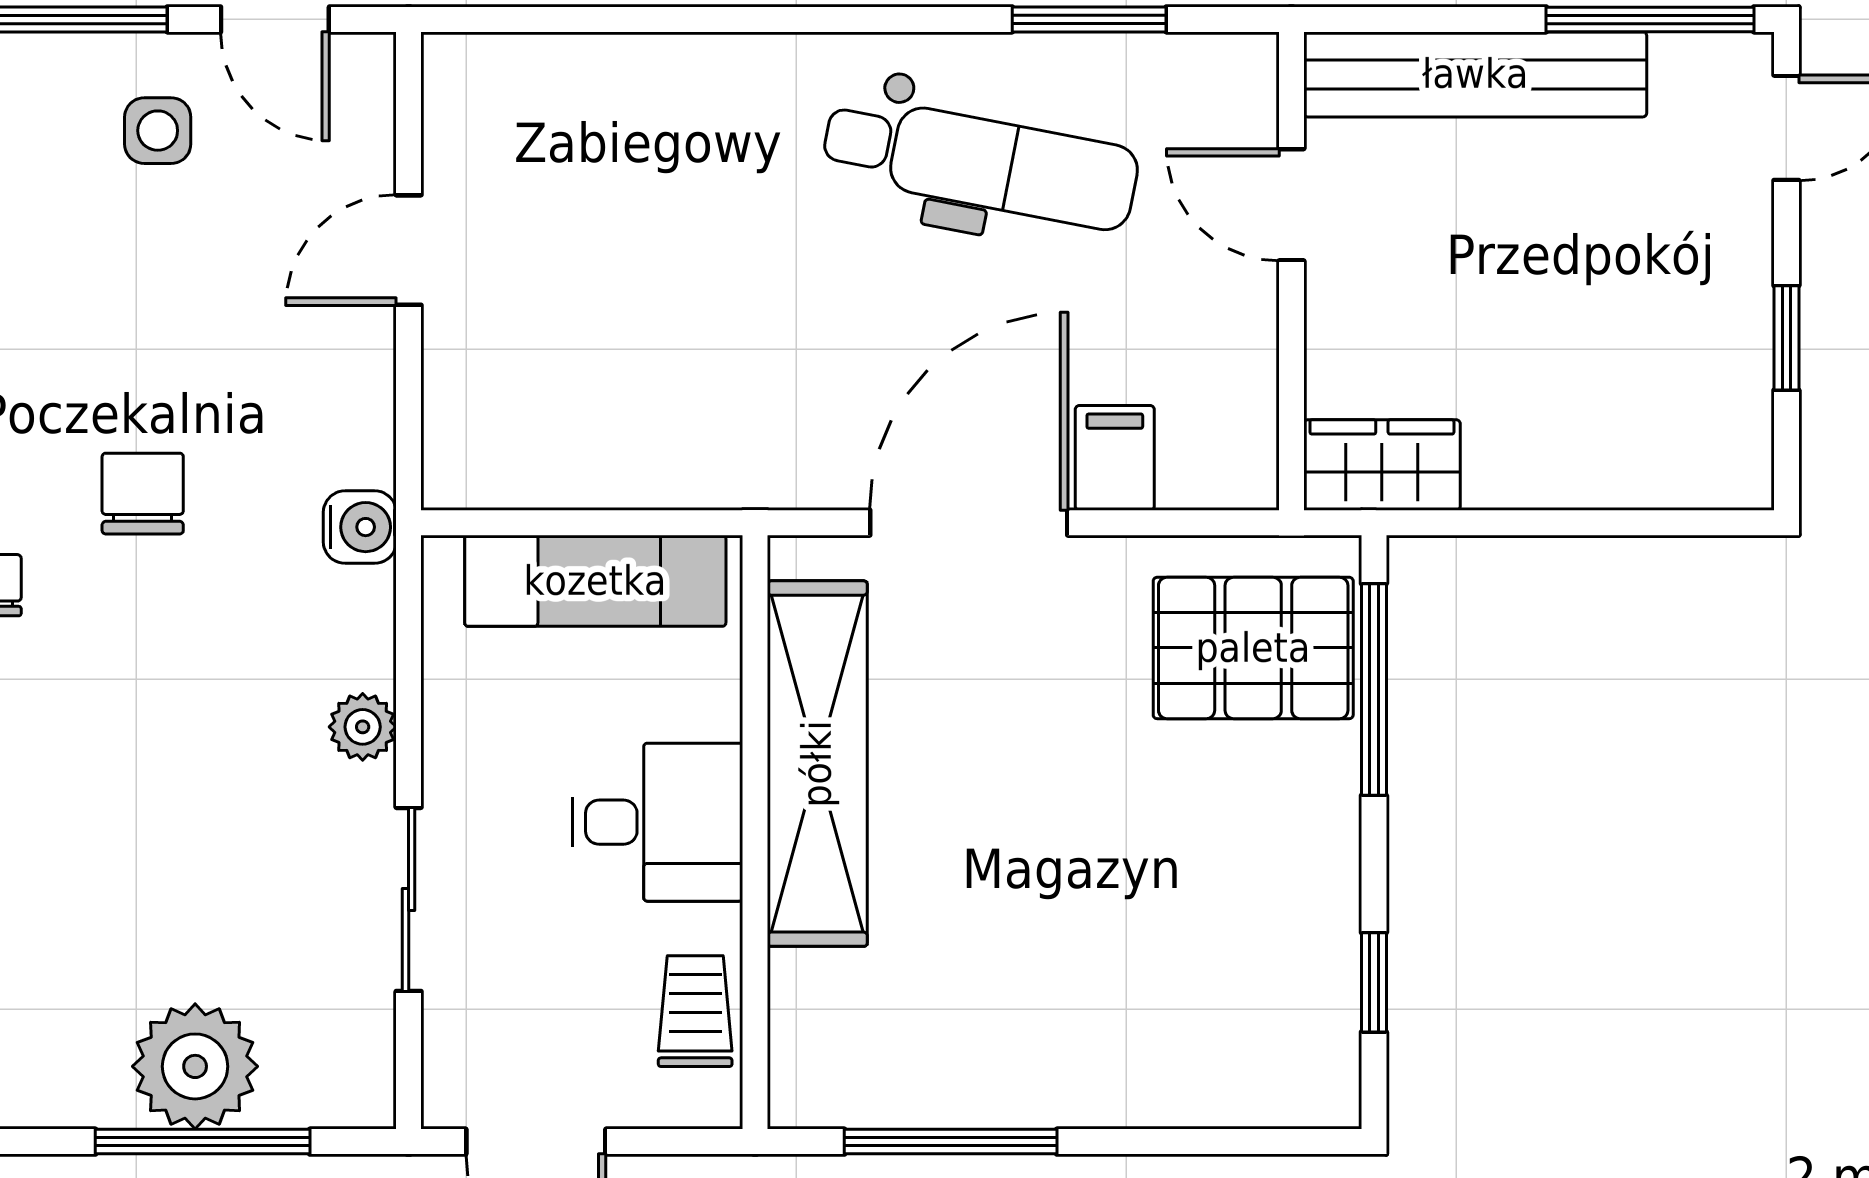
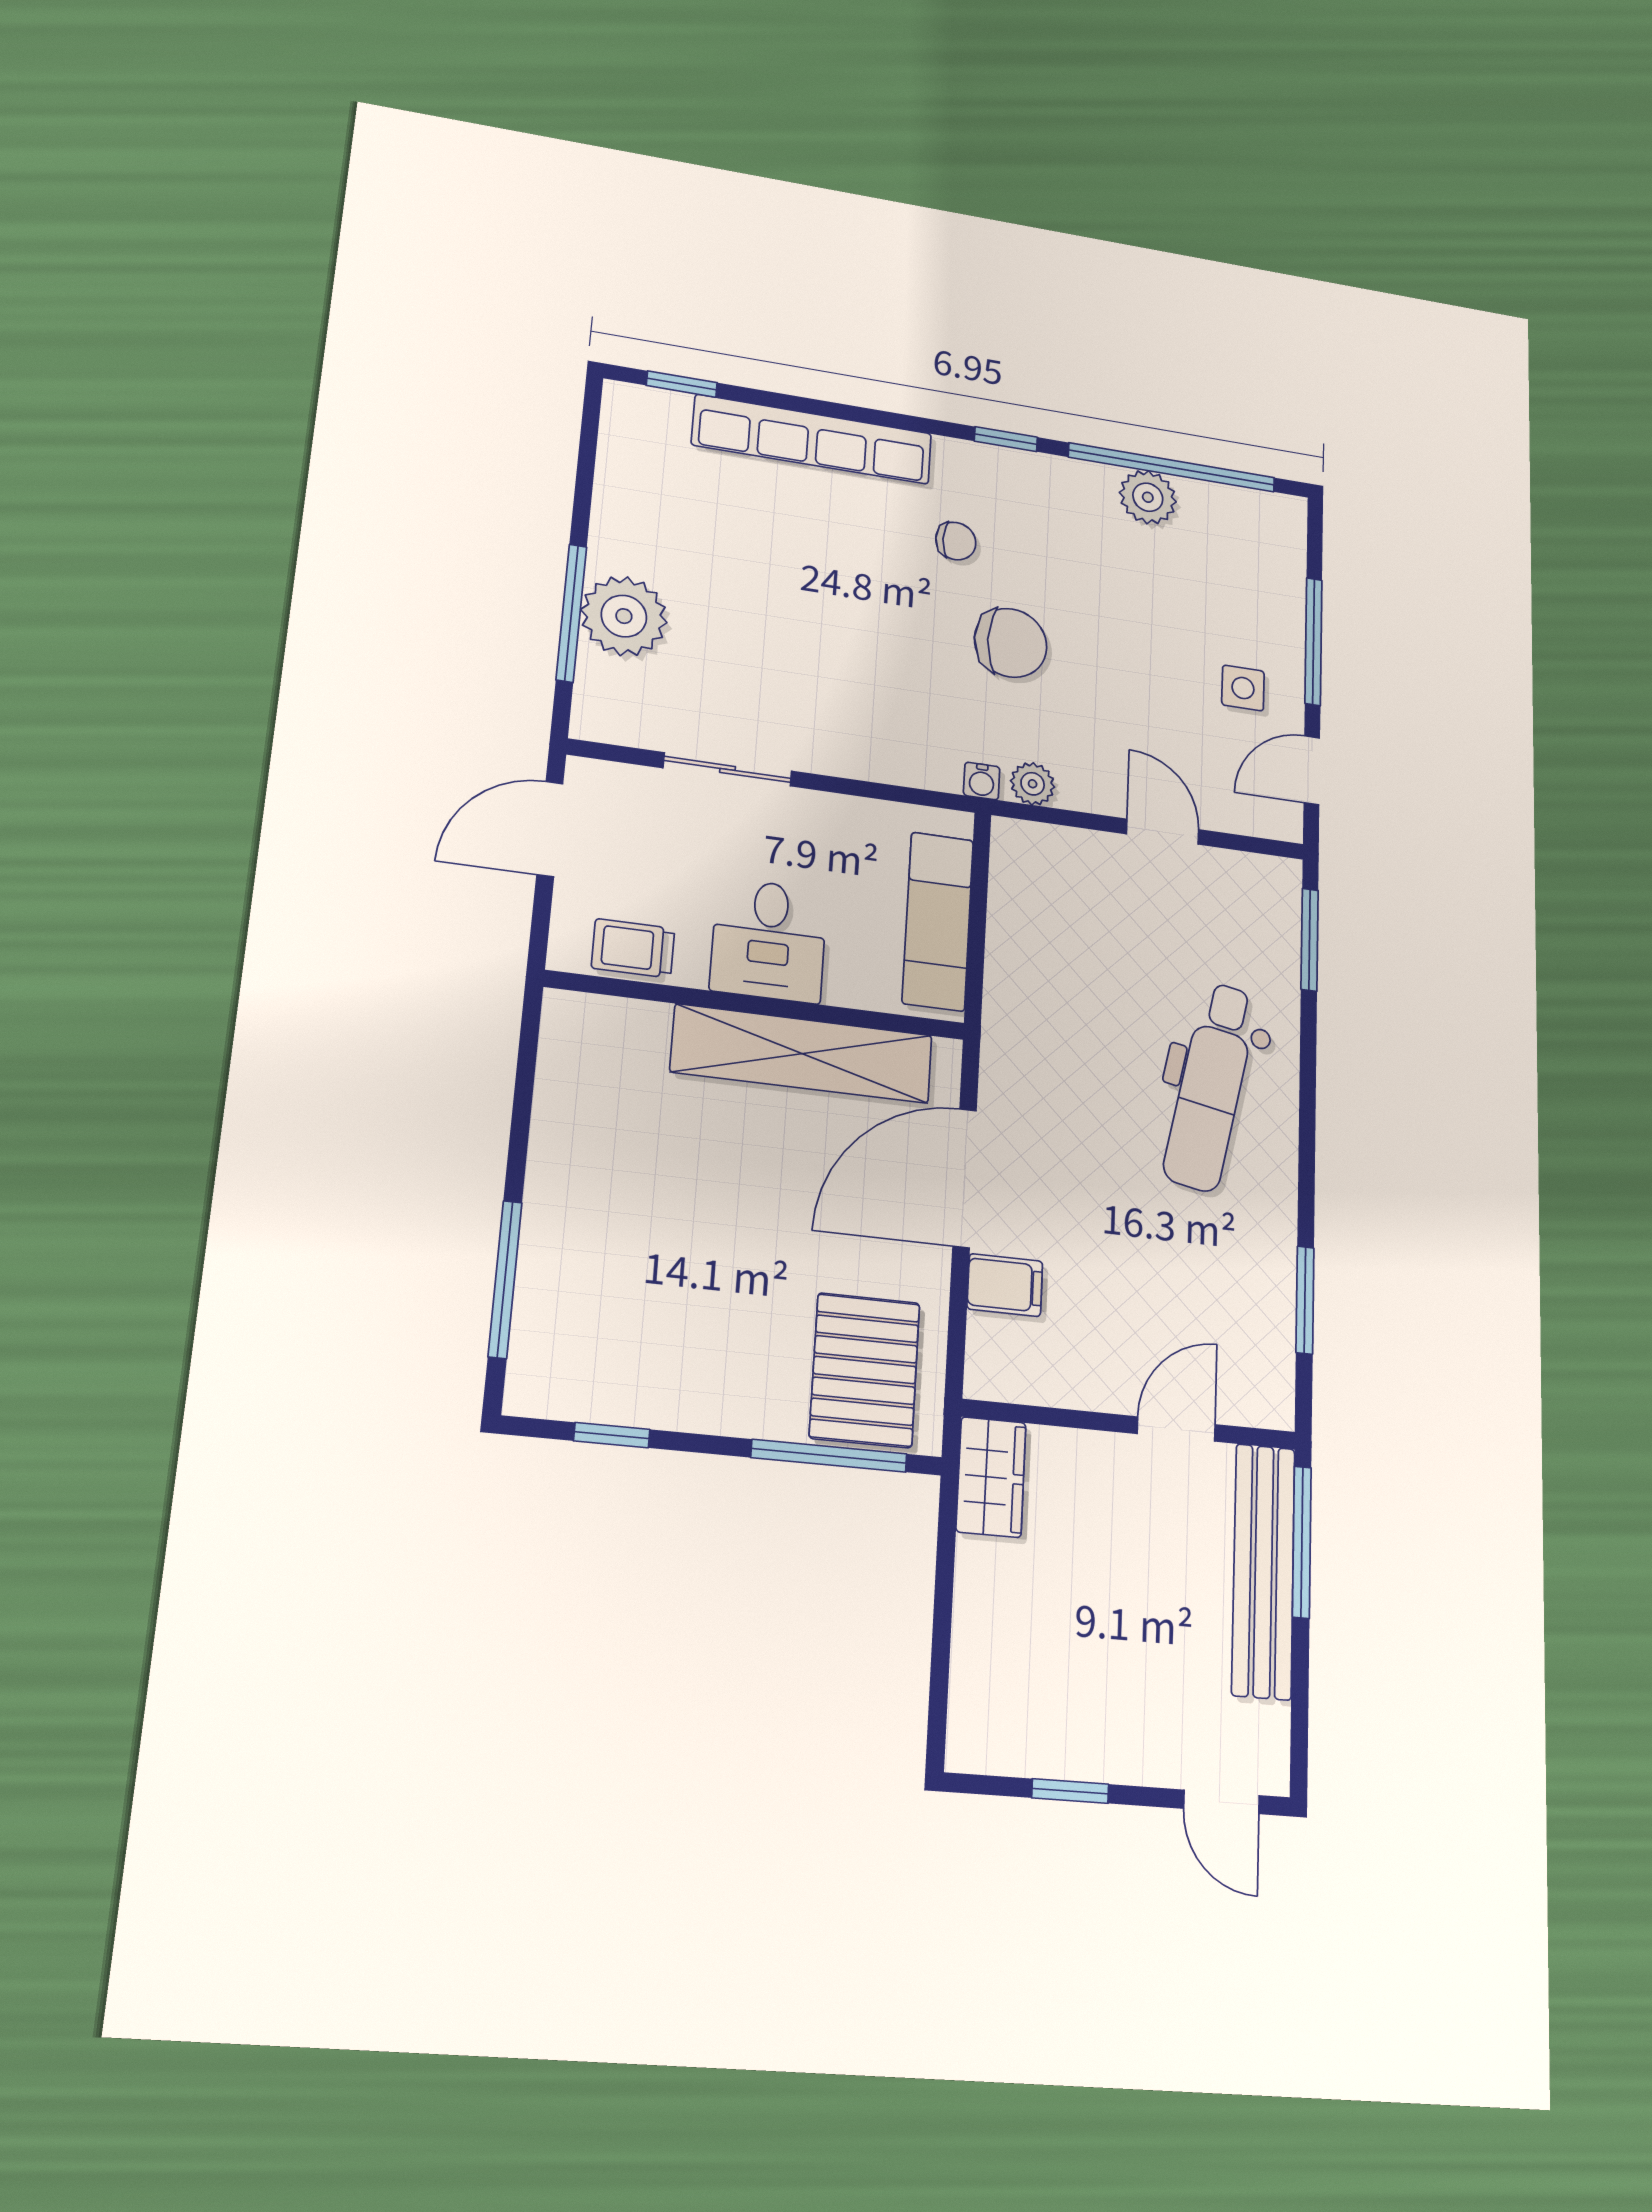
window: (546, 19) -> (1310, 940), added
window: (1650, 19) -> (1302, 1542), moved
dental chair: (980, 162) -> (1211, 1086), moved
chair: (143, 494) -> (1011, 643), width x1.37, depth x1.37
door: (969, 523) -> (965, 1178), swing flipped
water cooler: (360, 527) -> (982, 781), width x0.72, depth x0.72
plant: (363, 727) -> (1033, 784), moved
trolley: (695, 1011) -> (633, 948), turned 180
window: (951, 1142) -> (505, 1279), moved

